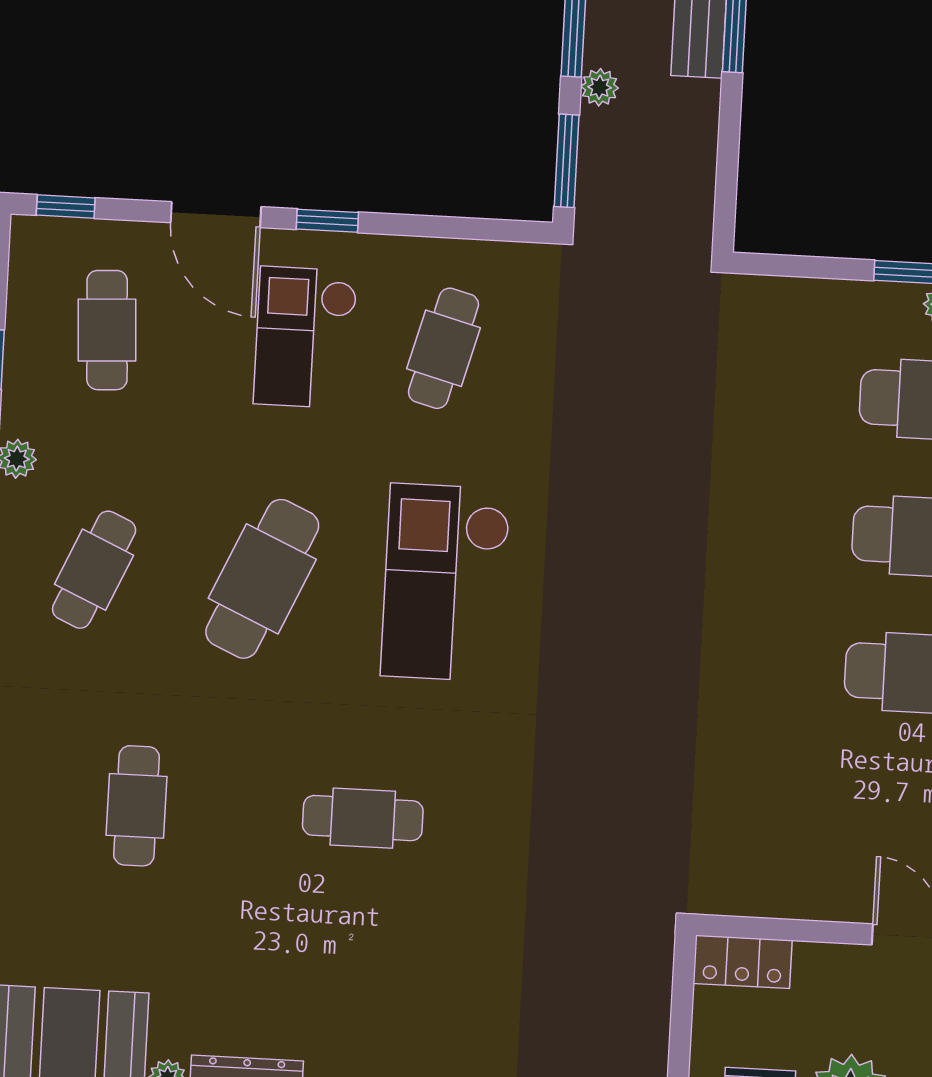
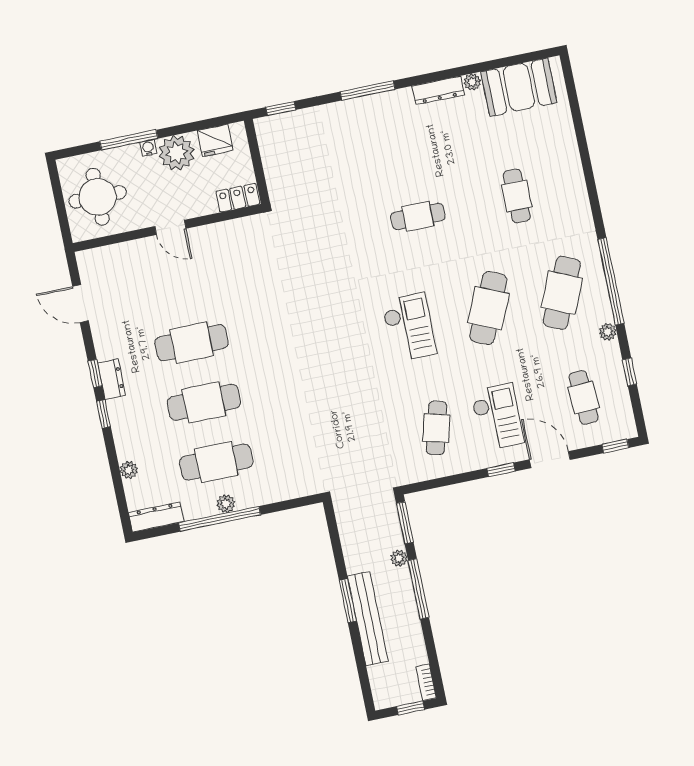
cafe table: (94, 570) -> (562, 293), width x1.37, depth x1.35
checkout: (446, 583) -> (409, 327), width x0.73, depth x0.83

